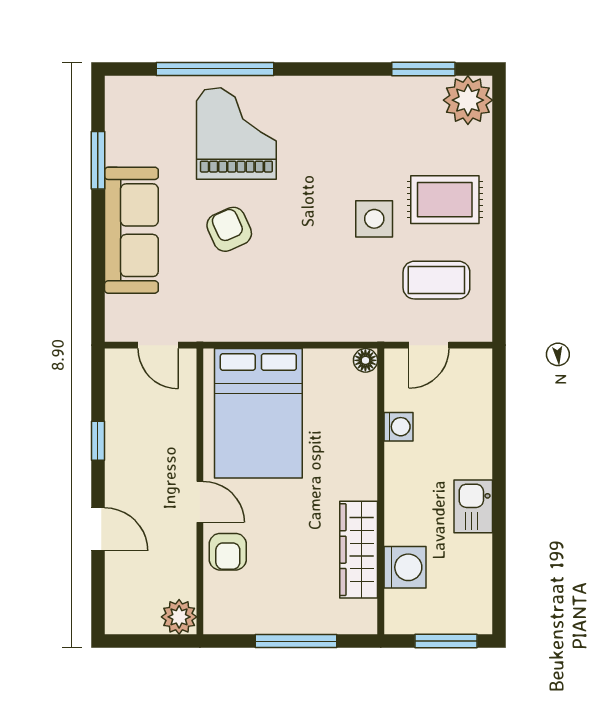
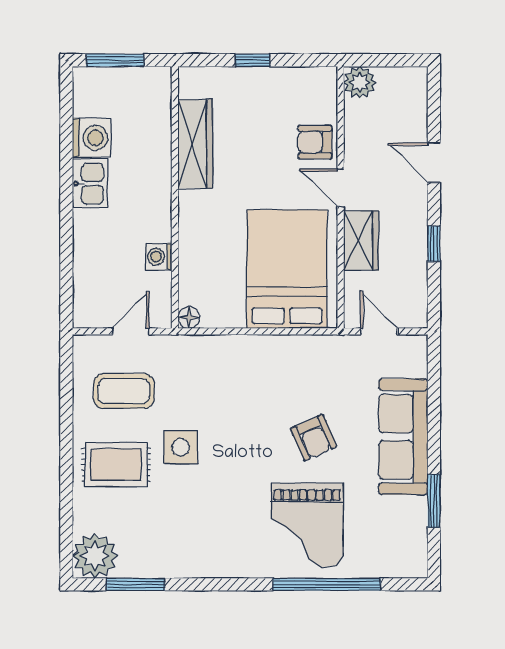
wardrobe: (178, 444) -> (361, 240), added
armchair: (228, 552) -> (315, 142), turned -90
washing machine: (405, 567) -> (92, 138), moved, turned 180
window: (296, 641) -> (253, 60), width x0.46

